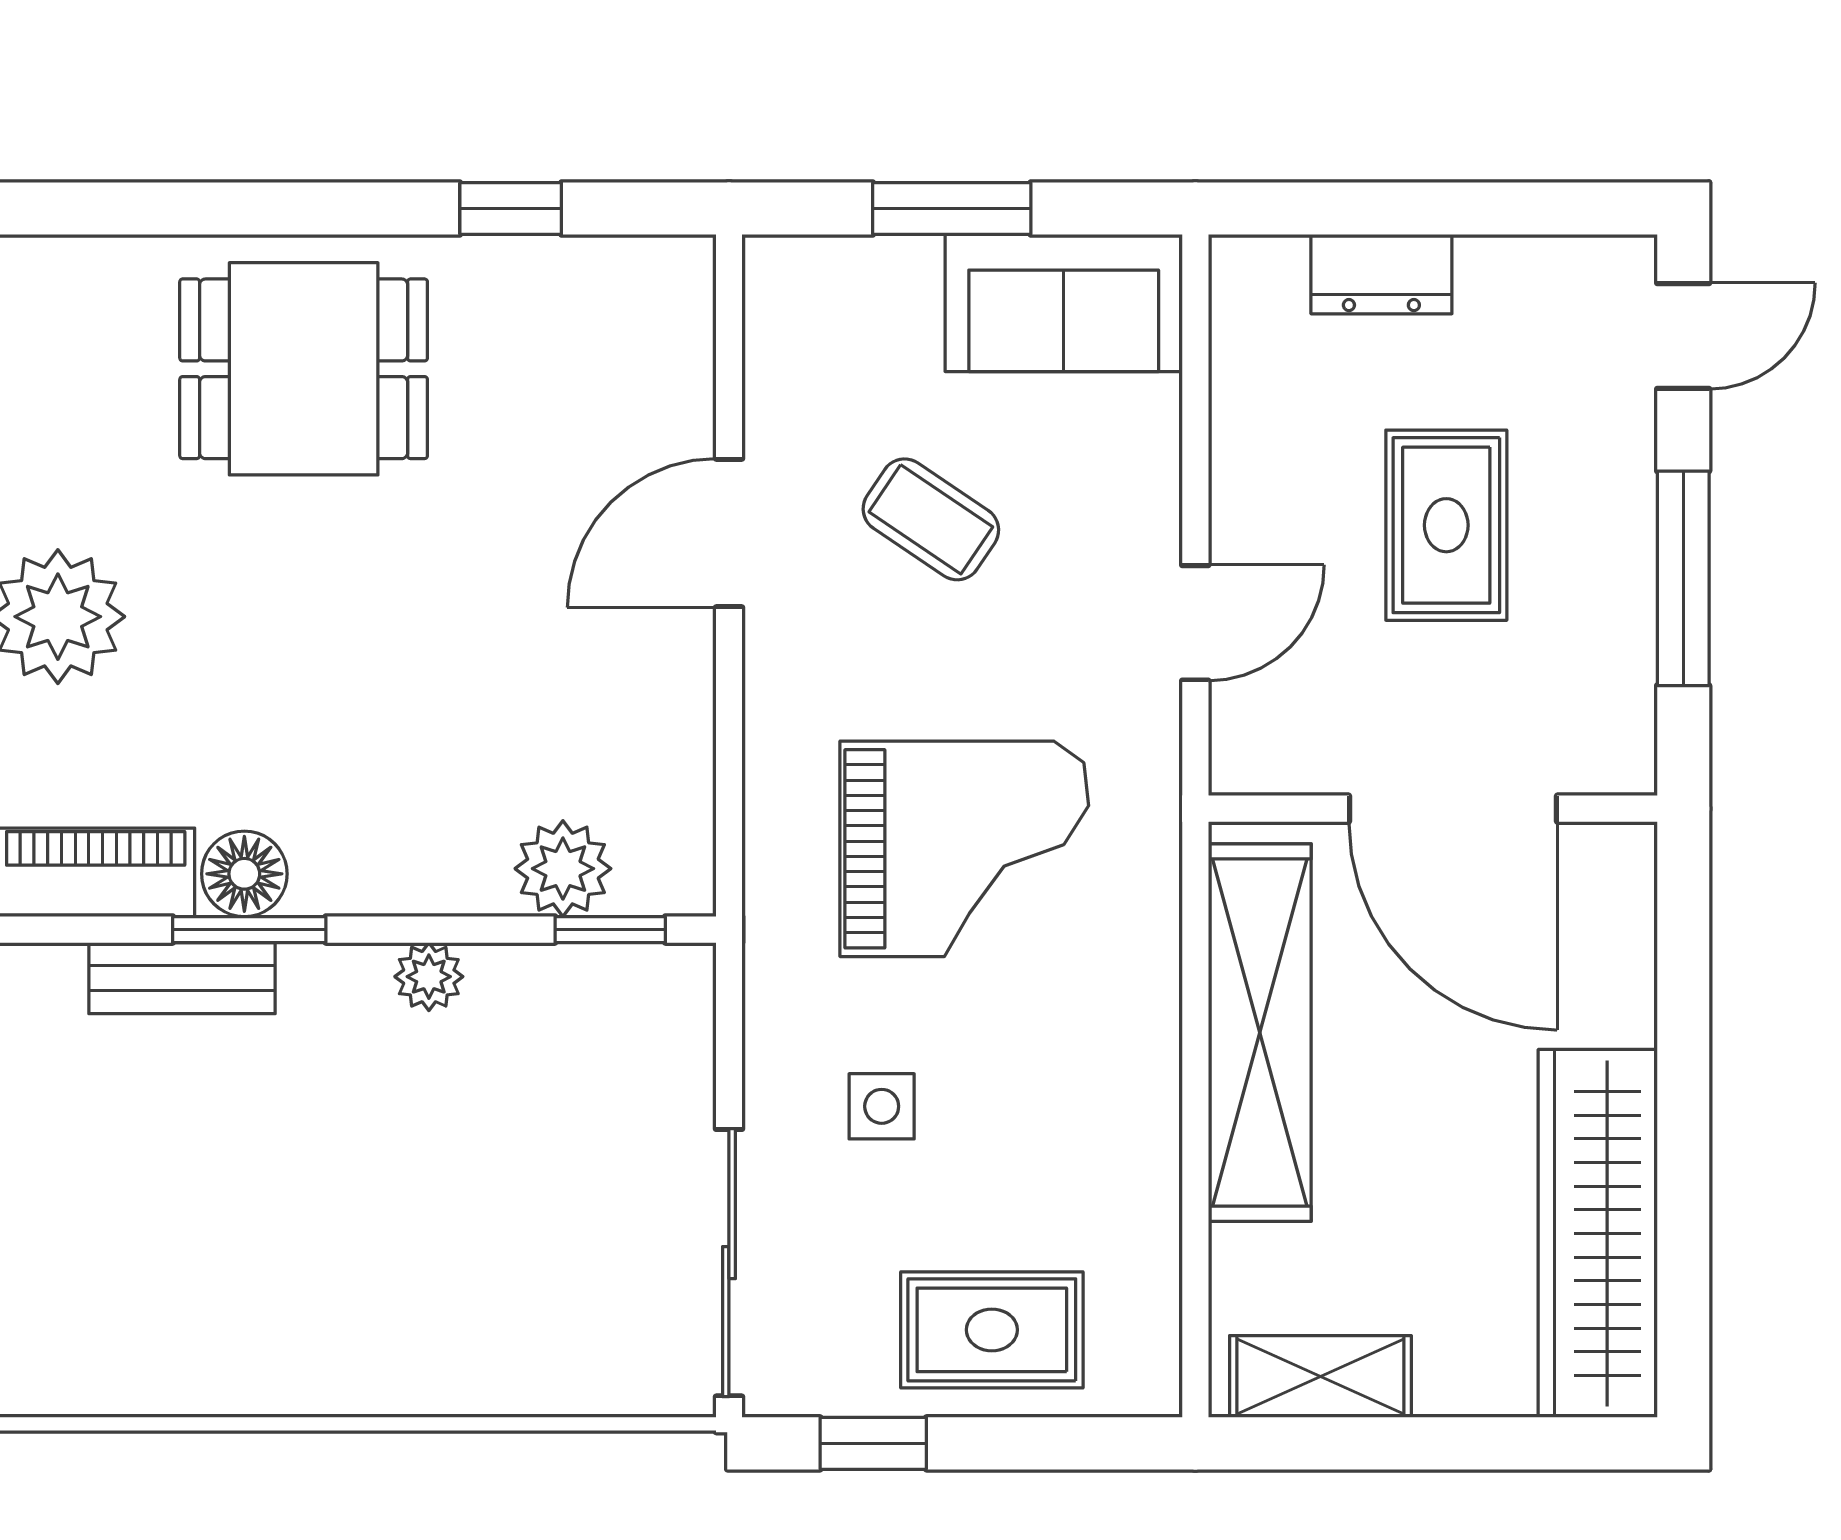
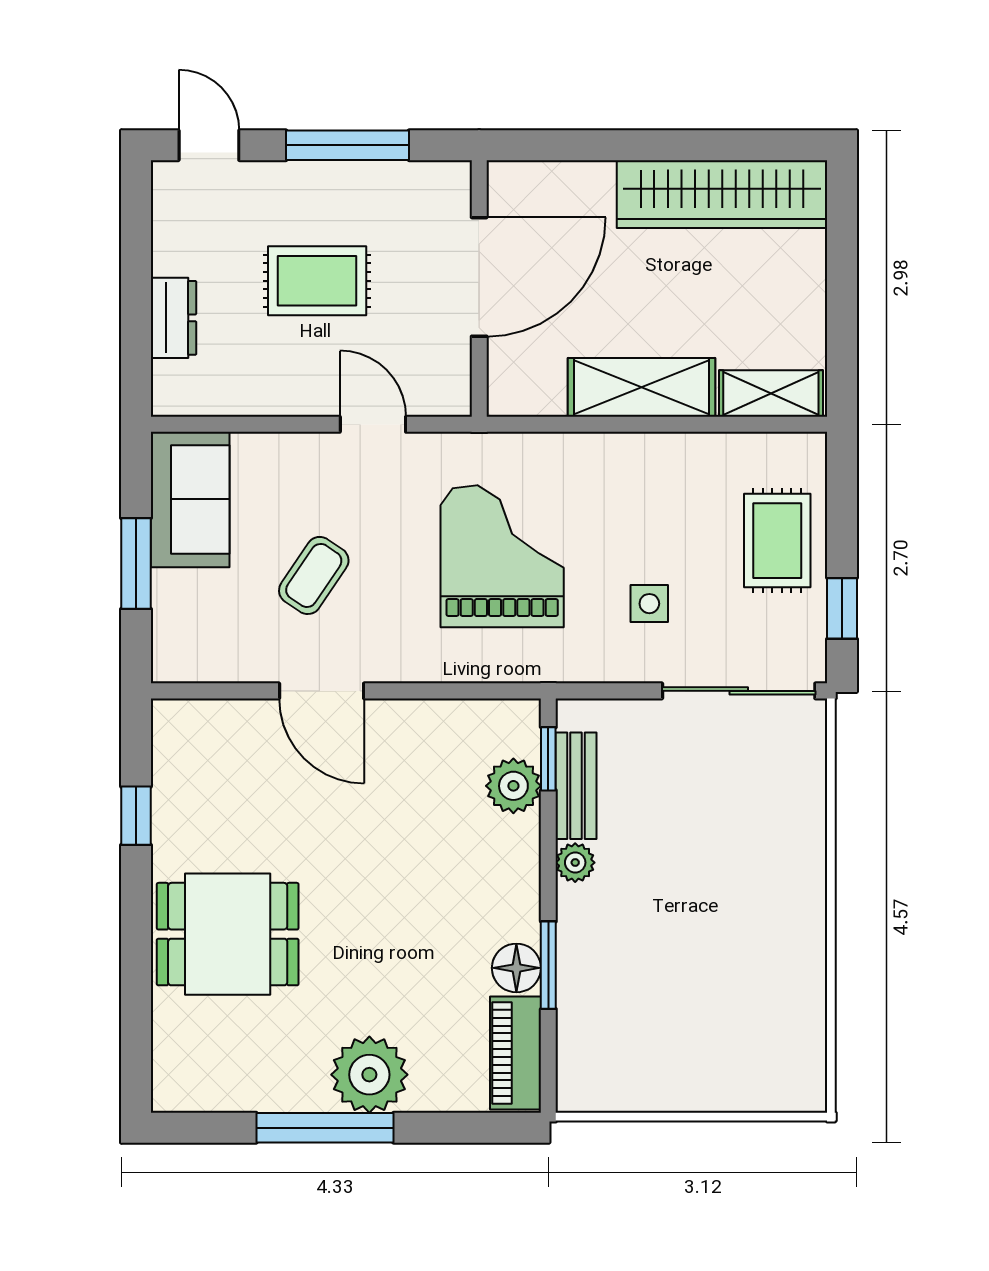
dining table: (304, 369) -> (228, 934), turned 90
bench: (182, 978) -> (576, 786), moved
shelving: (1260, 1033) -> (642, 387), width x0.68
shelving: (1320, 1377) -> (771, 393), moved, turned 90

